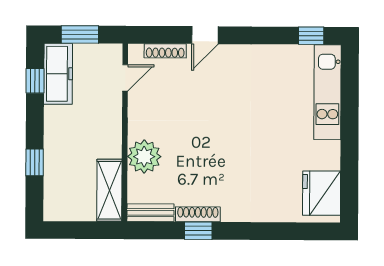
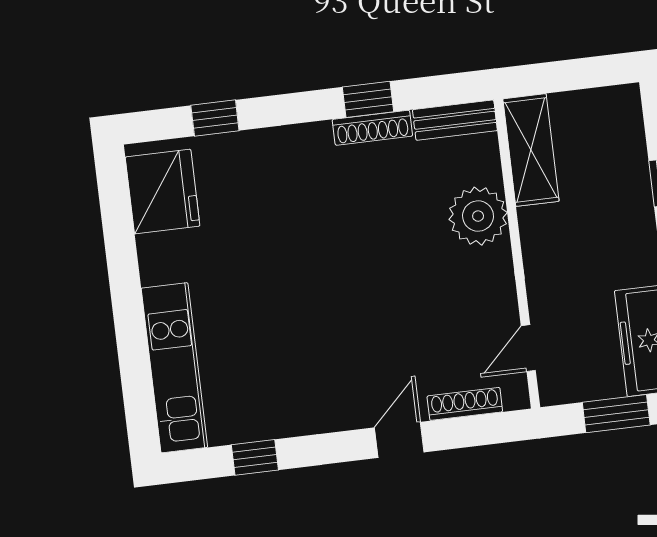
window: (311, 36) -> (255, 457), moved
window: (287, 231) -> (215, 118), added

